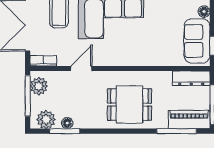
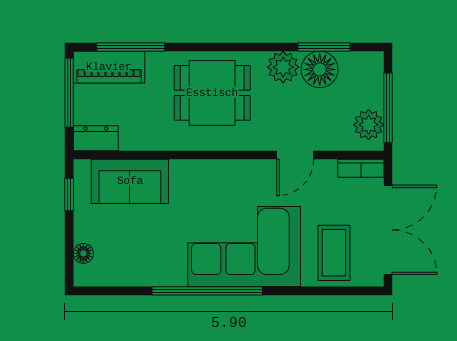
sofa: (197, 41) -> (130, 181), moved, turned 90
dresser: (191, 78) -> (96, 138), width x0.70
plant: (46, 119) -> (283, 67), moved
floor lamp: (67, 123) -> (320, 69), width x1.89, depth x1.89

